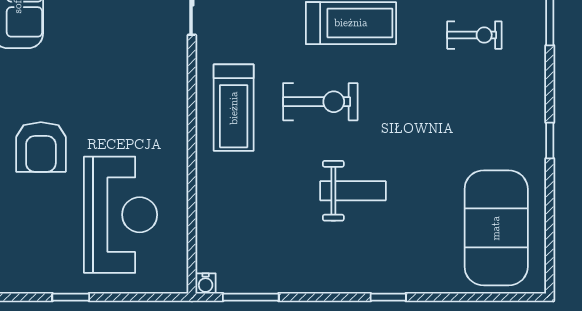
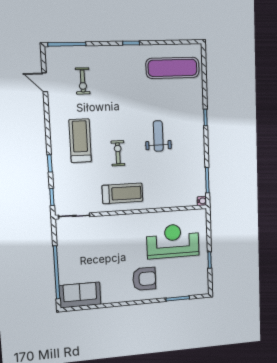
exercise bike: (474, 35) -> (83, 81), turned 180
exercise bike: (320, 102) -> (118, 153), width x0.73, depth x0.72
exercise mat: (496, 228) -> (173, 68), width x0.68

